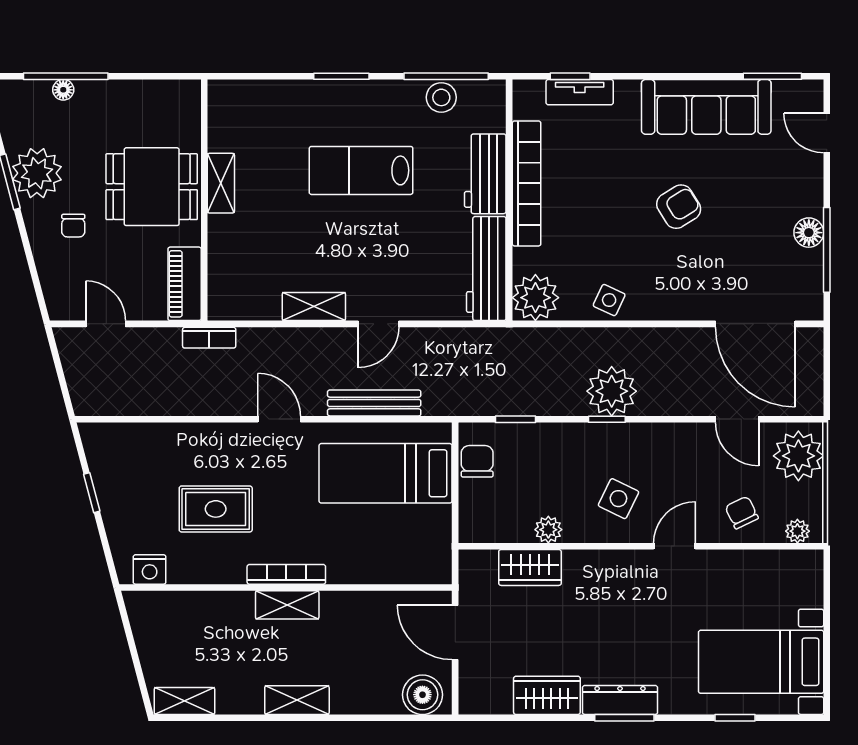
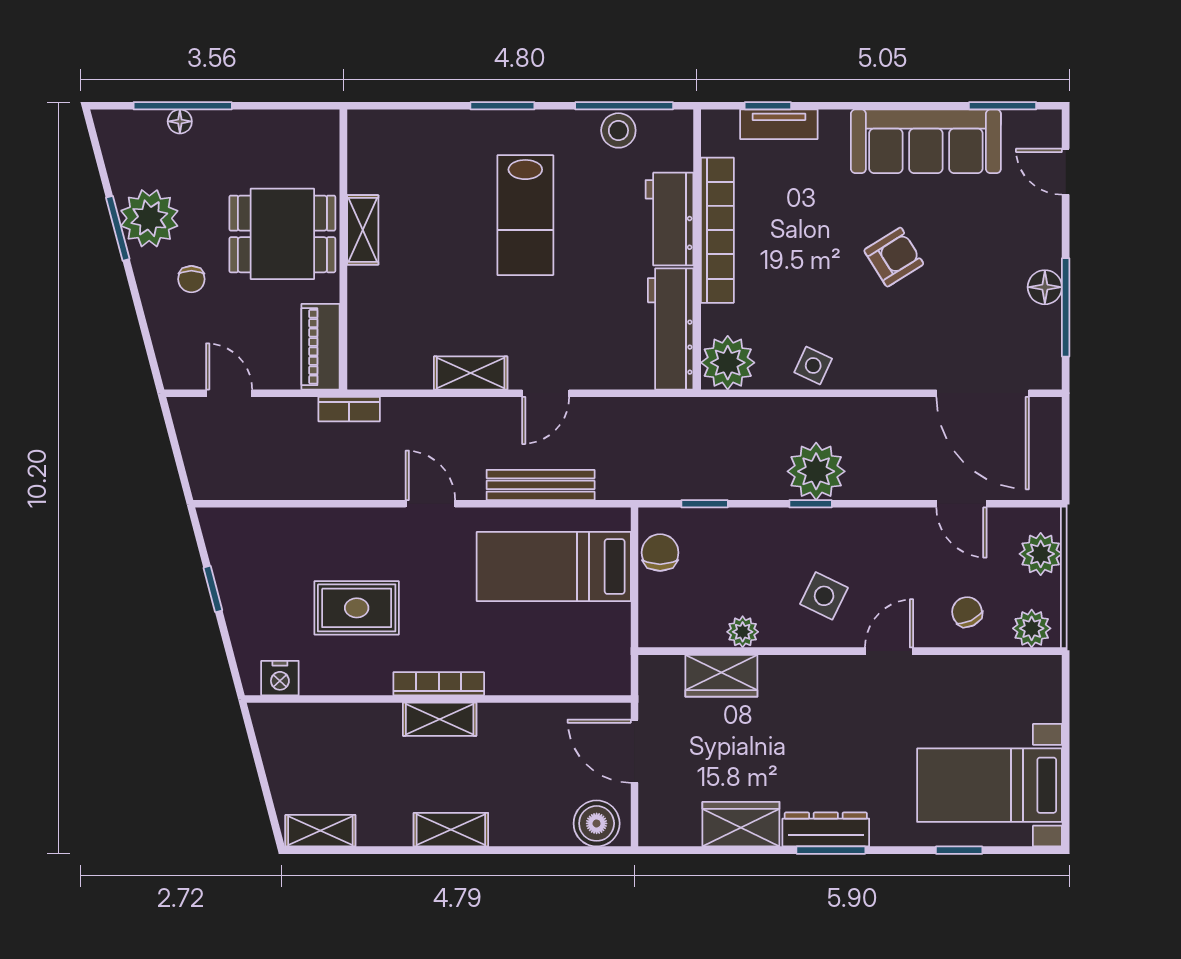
lab bench: (361, 170) -> (525, 215), turned -90
plant: (798, 456) -> (1041, 554), width x0.73, depth x0.73
plant: (797, 531) -> (1032, 628), width x1.38, depth x1.38

